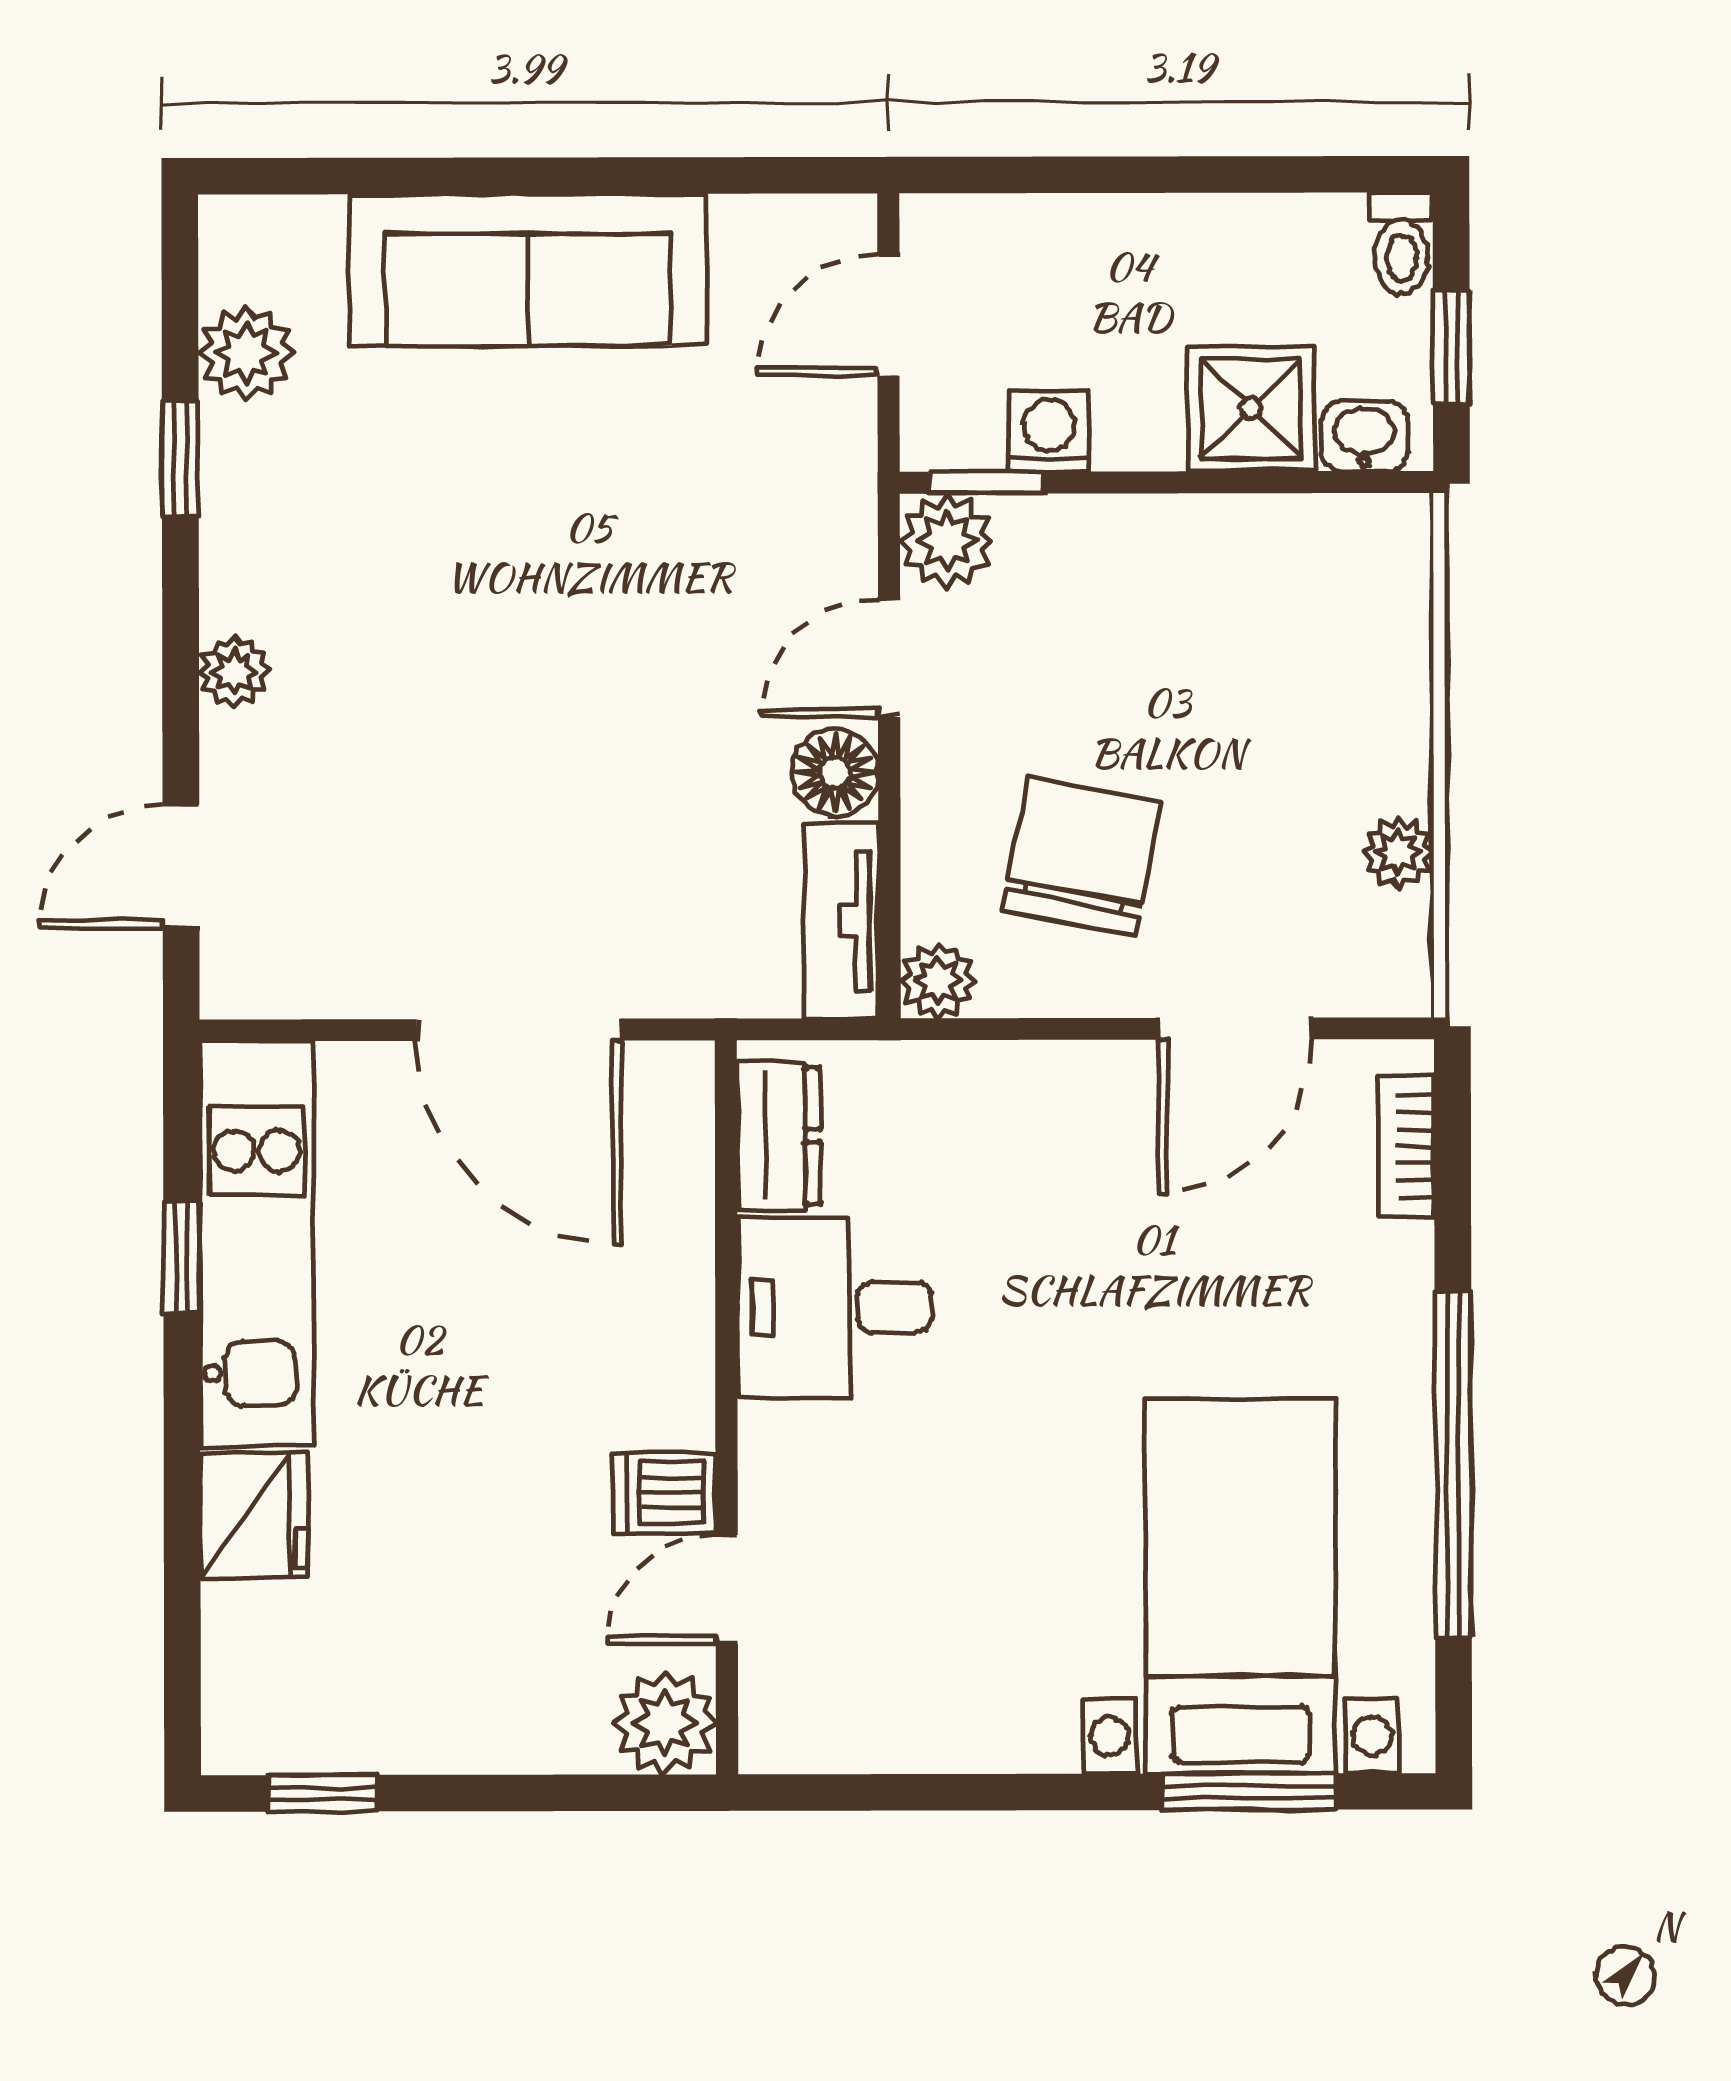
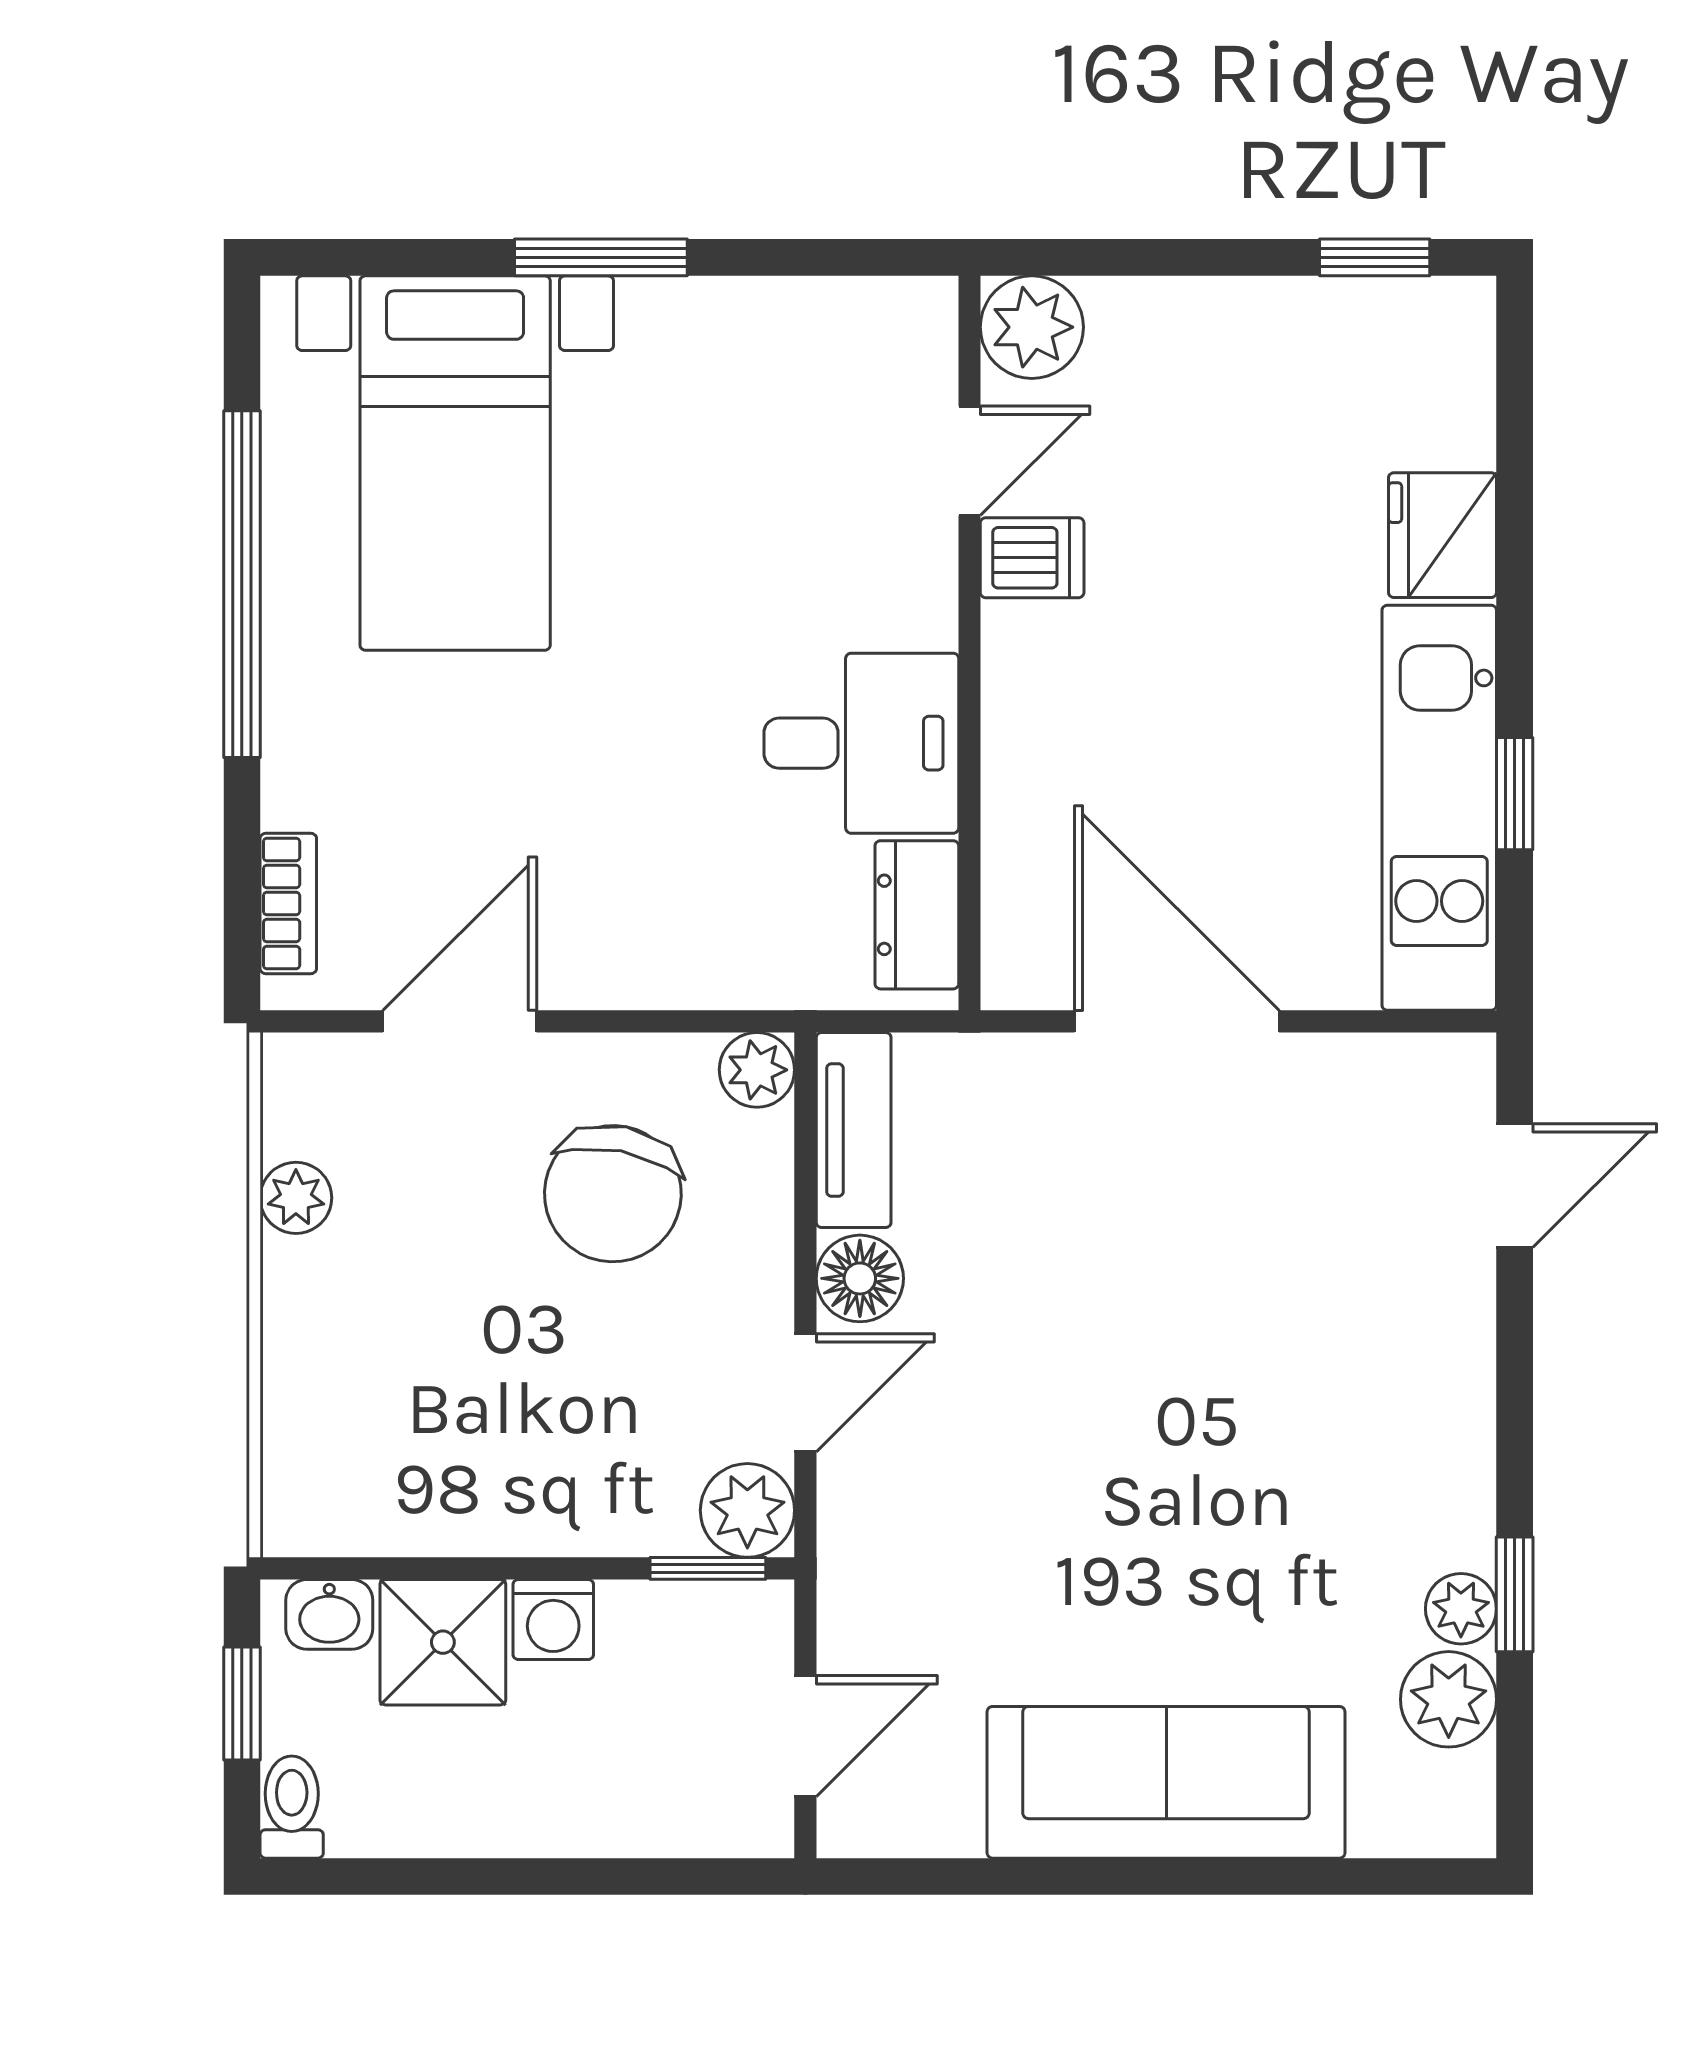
washing machine: (1049, 431) -> (553, 1620), moved
plant: (234, 671) -> (1461, 1609), moved
window: (1248, 1792) -> (601, 257), moved

